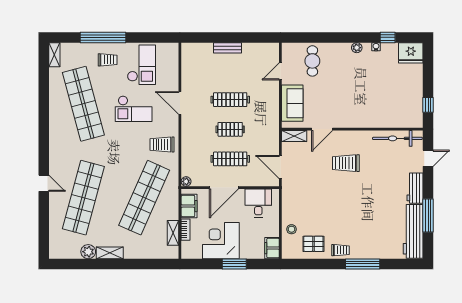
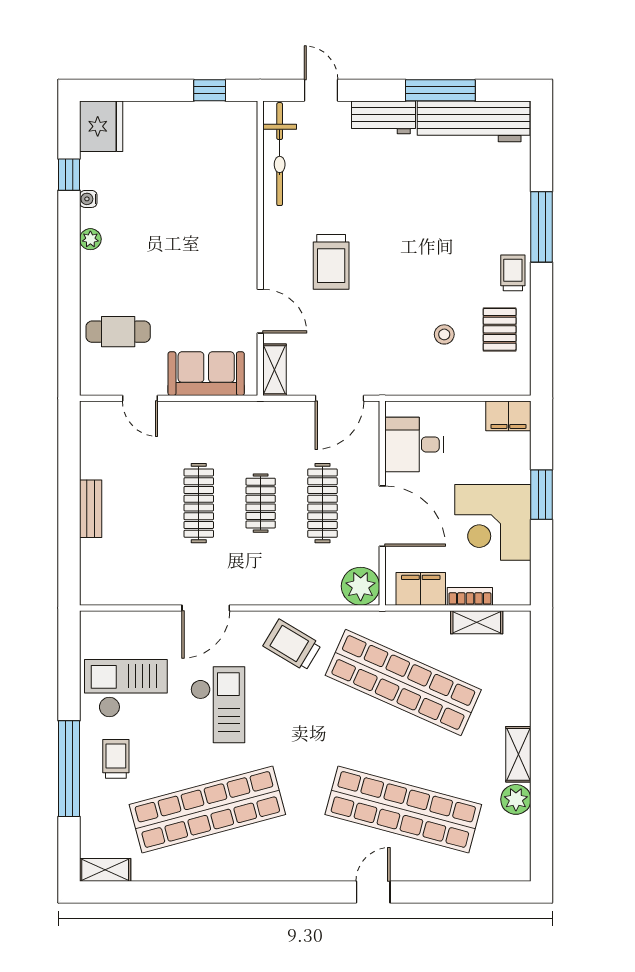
trolley: (162, 144) -> (292, 645), turned 121
plant: (186, 181) -> (361, 586), width x1.87, depth x1.87
stool: (292, 229) -> (444, 334), moved

